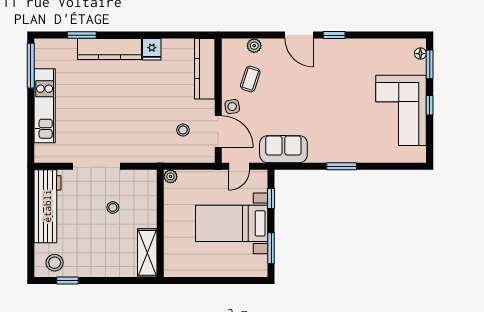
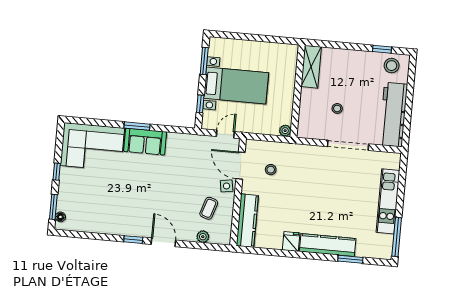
corner sofa: (401, 110) -> (92, 147), moved, turned 90
sofa: (283, 149) -> (145, 142), moved

